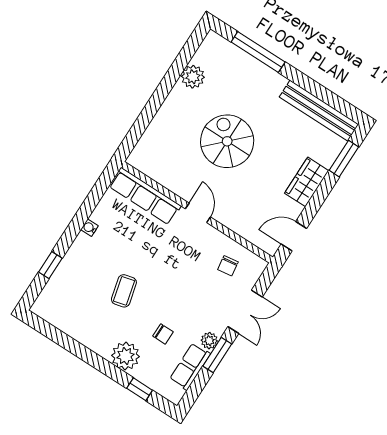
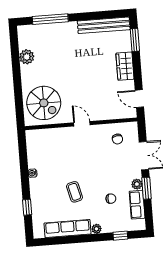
spiral stairs: (227, 141) -> (44, 103), moved, turned 180
row of seats: (145, 196) -> (68, 228), moved, turned 180
door: (294, 236) -> (139, 99), hinge flipped
plant: (125, 356) -> (96, 229), width x0.53, depth x0.53

